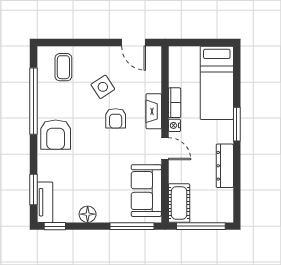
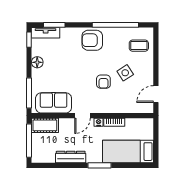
fireplace: (154, 111) -> (108, 108), removed
armchair: (116, 118) -> (103, 82), turned -90

